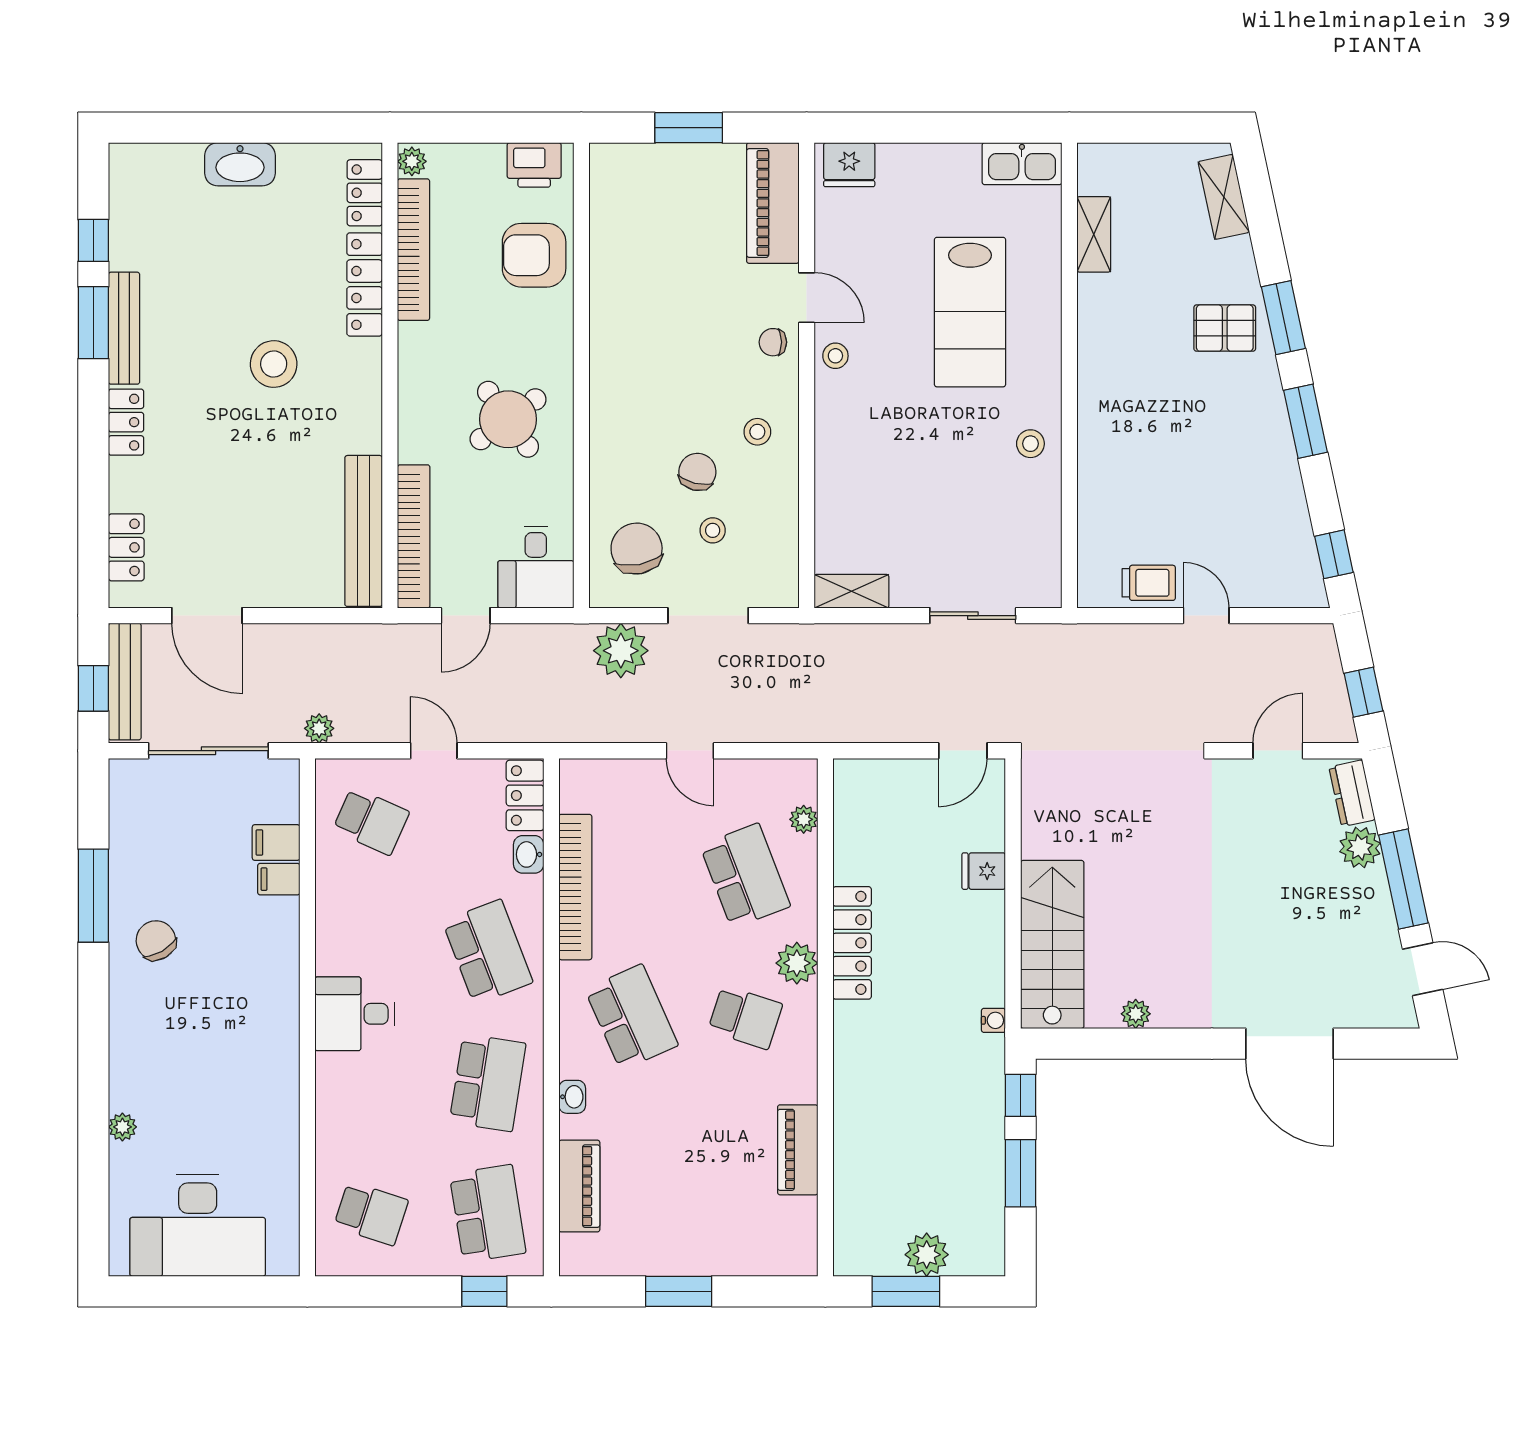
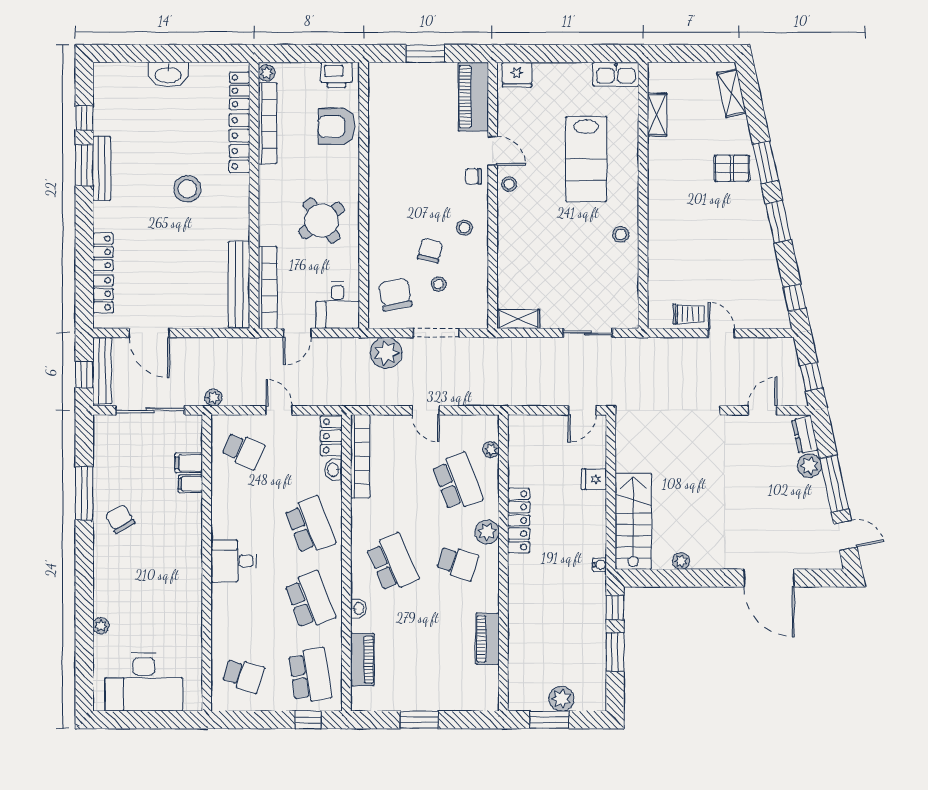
locker: (126, 422) -> (103, 252), moved
bookcase: (575, 887) -> (360, 456), moved
school desk: (488, 1083) -> (310, 600), turned -30

